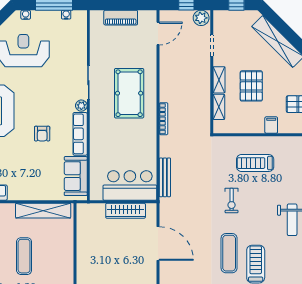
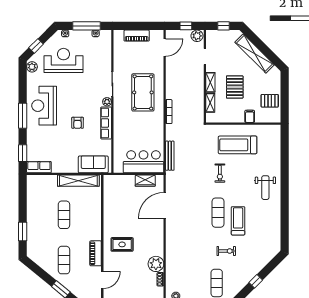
treadmill: (255, 163) -> (238, 145), width x1.37, depth x1.38
sofa: (76, 176) -> (93, 164), moved, turned 90
wardrobe: (126, 211) -> (145, 181), width x0.67
door: (158, 243) -> (165, 205), swing flipped

